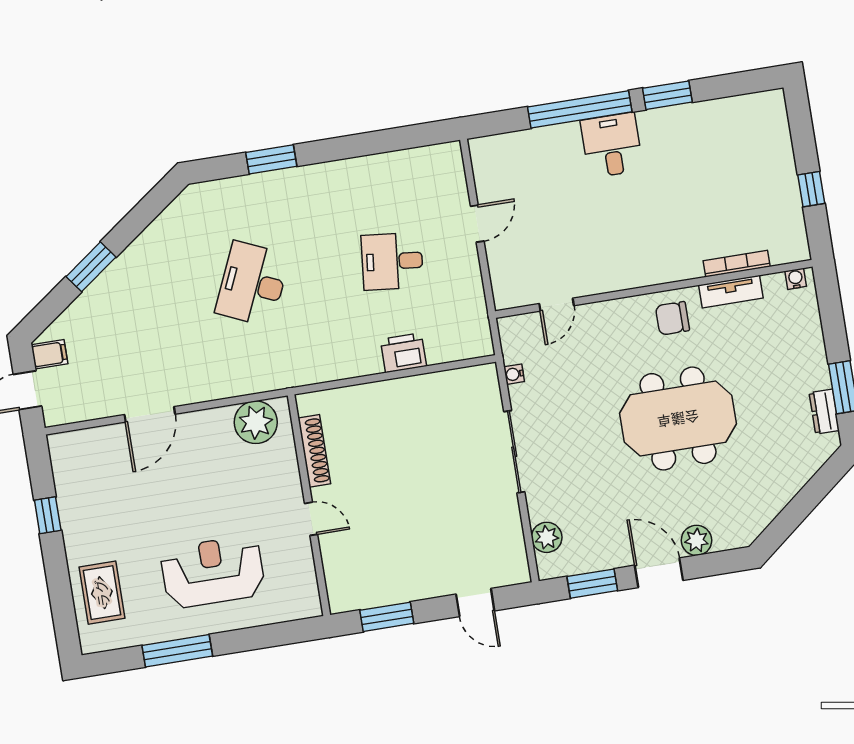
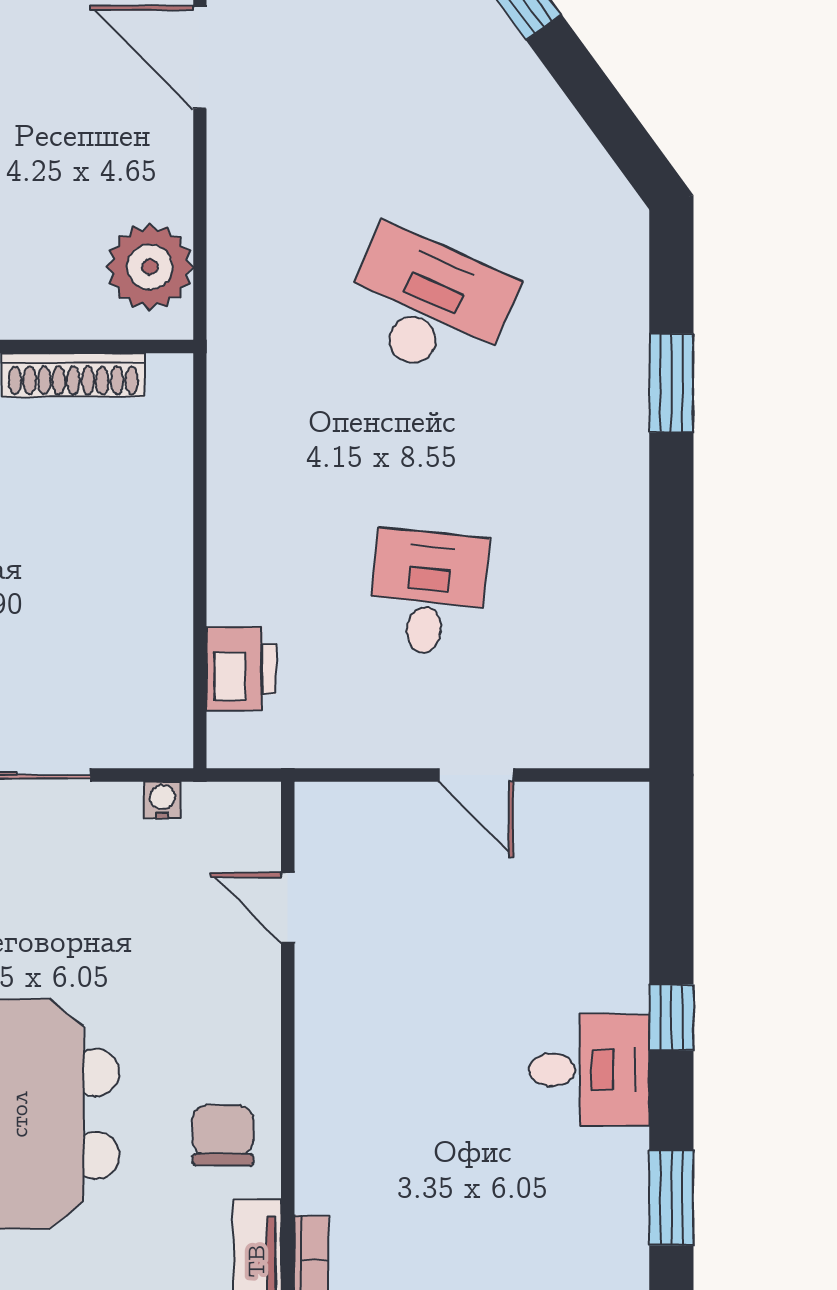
window: (580, 109) -> (671, 1017), width x0.32
printer: (403, 353) -> (241, 669), moved

